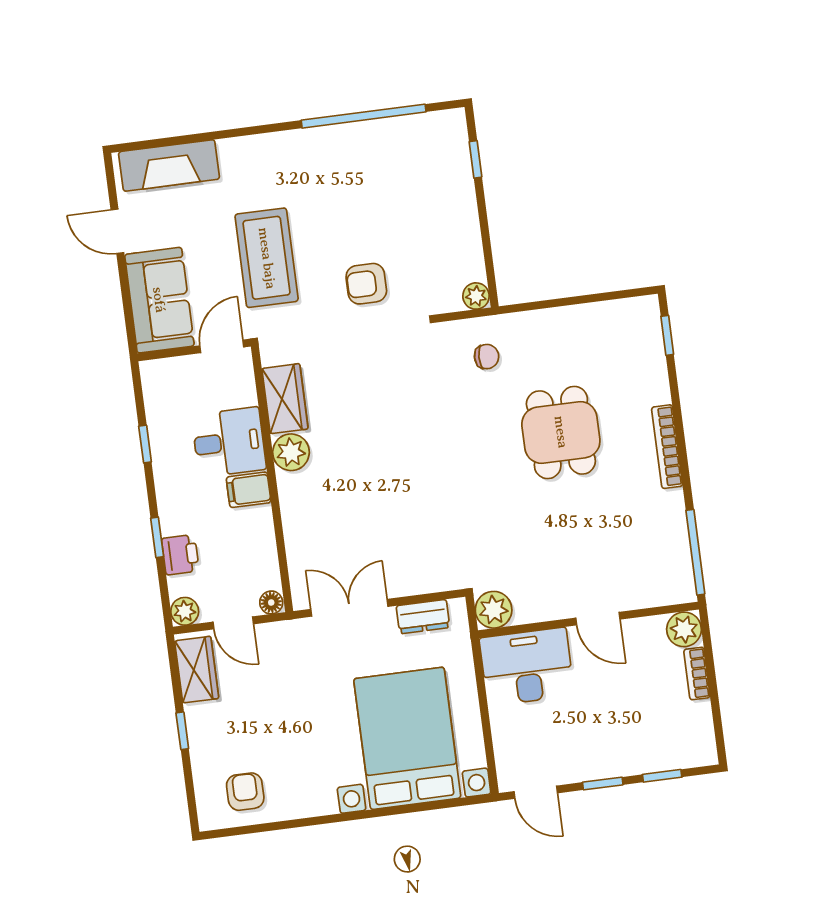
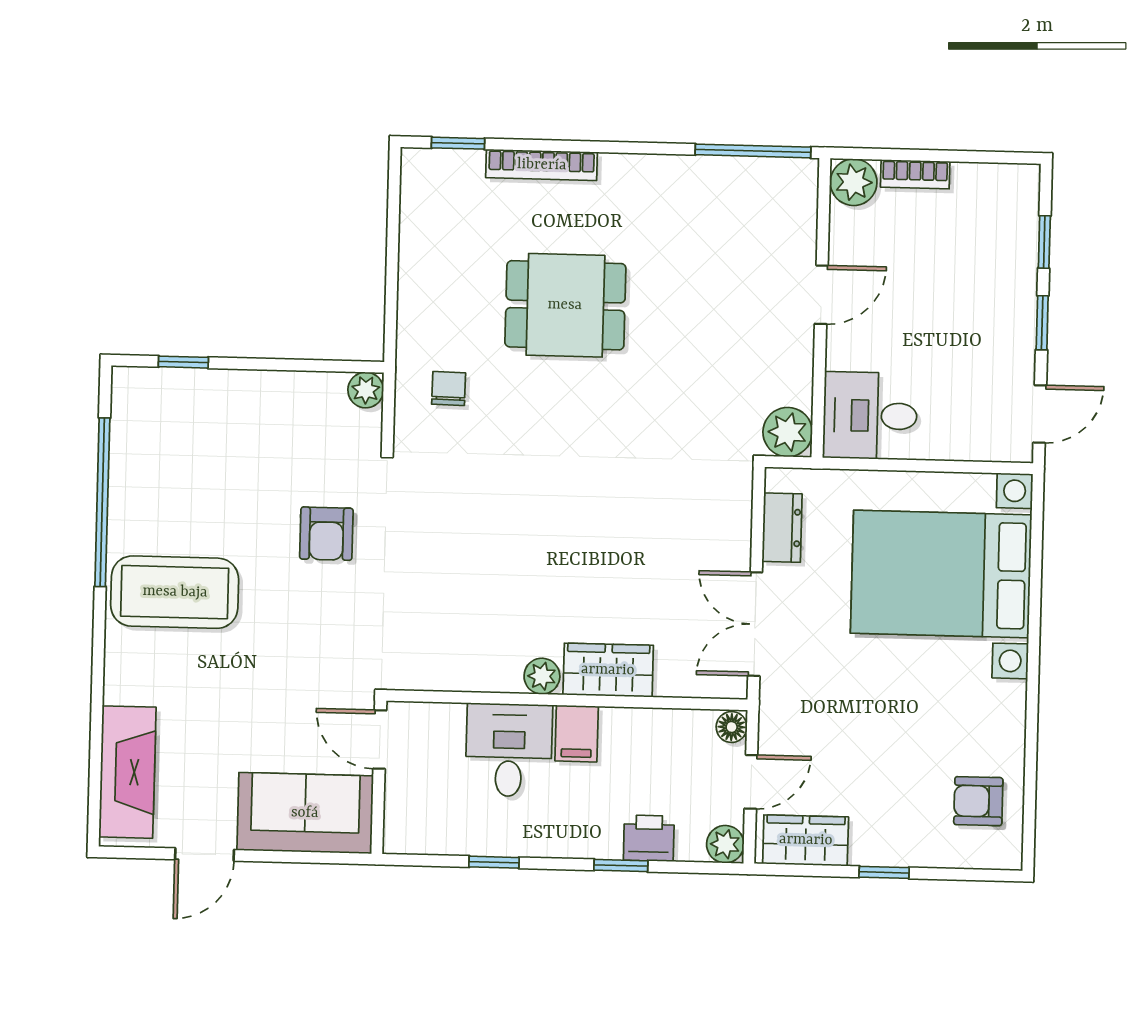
coffee table: (267, 258) -> (175, 592), moved
wardrobe: (285, 399) -> (608, 670), moved
bookcase: (667, 447) -> (542, 165), moved
plant: (291, 452) -> (542, 676), width x0.73, depth x0.73
desk: (527, 667) -> (870, 416), width x0.73

